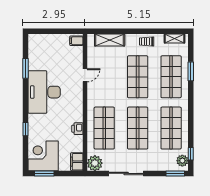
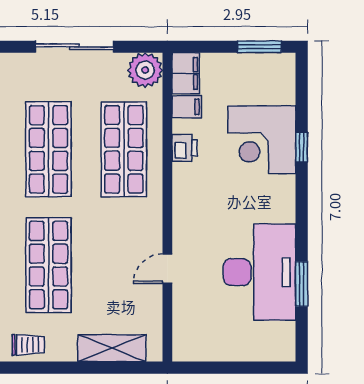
filing cabinet: (76, 41) -> (187, 107), moved
desk: (44, 92) -> (260, 272), moved
corner desk: (43, 156) -> (262, 140), moved, turned 90

